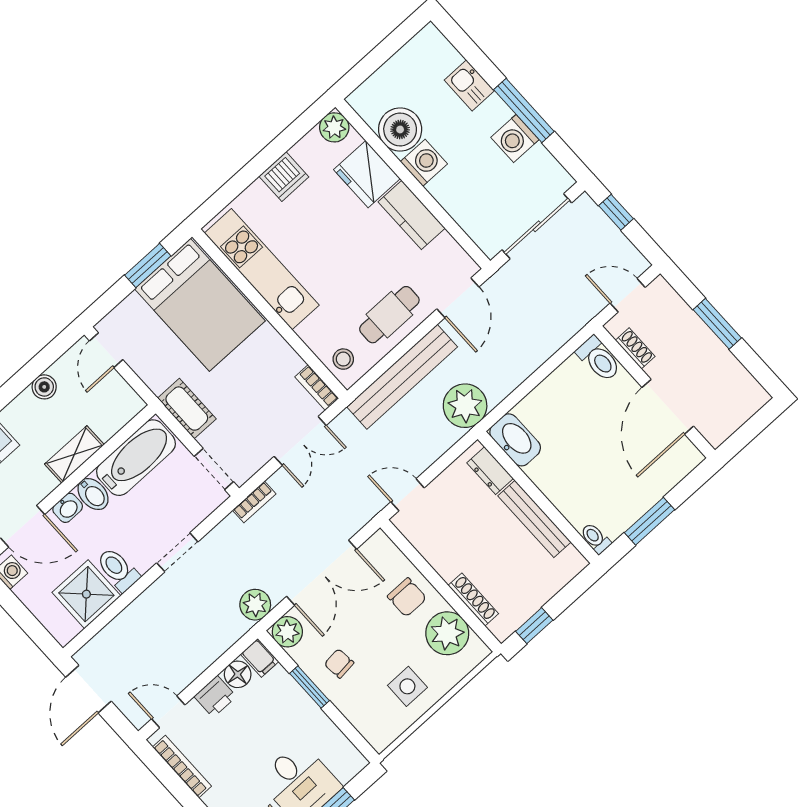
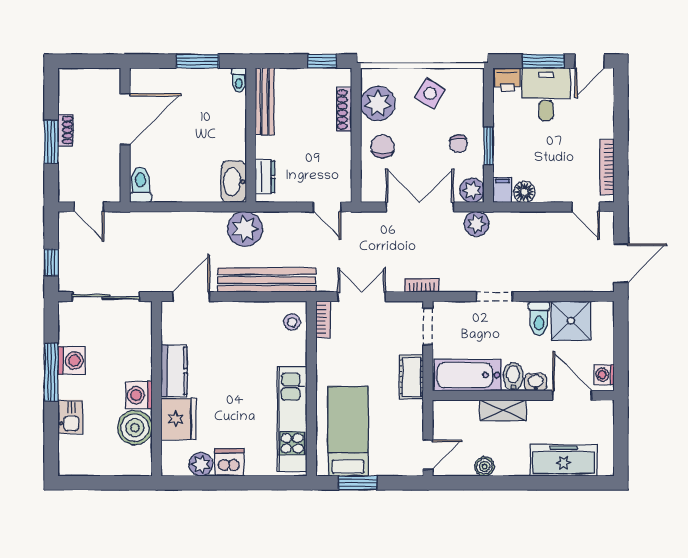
plant: (334, 127) -> (201, 464), moved
bed: (200, 305) -> (348, 431), width x0.67
cafe table: (389, 315) -> (241, 324), removed
shoe rack: (635, 348) -> (66, 130), moved, turned 180
bench: (534, 519) -> (265, 101), moved
side table: (407, 686) -> (430, 93), turned 31
printer: (215, 696) -> (507, 80), moved, turned 180

